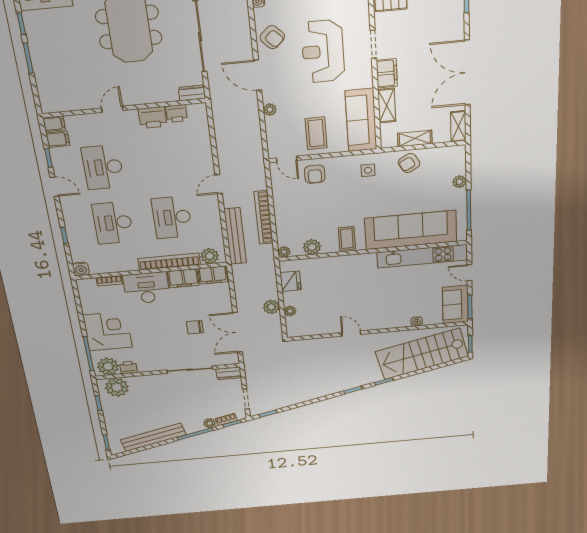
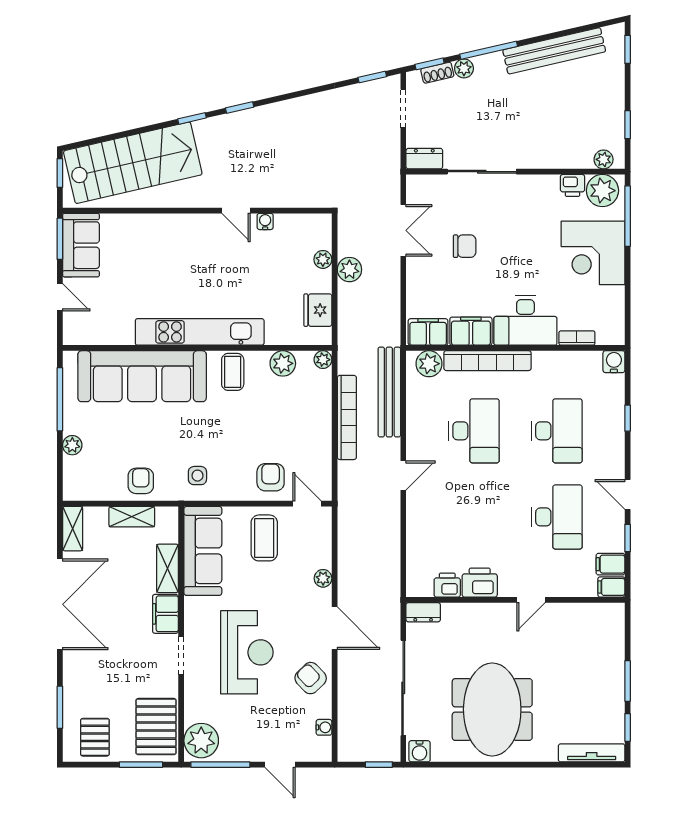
armchair: (409, 163) -> (141, 481), turned -61
kitchen unit: (422, 256) -> (200, 332), moved
water cooler: (417, 322) -> (265, 221), moved
double door: (238, 332) -> (403, 230), width x0.73
plant: (117, 387) -> (604, 159), width x0.53, depth x0.53

